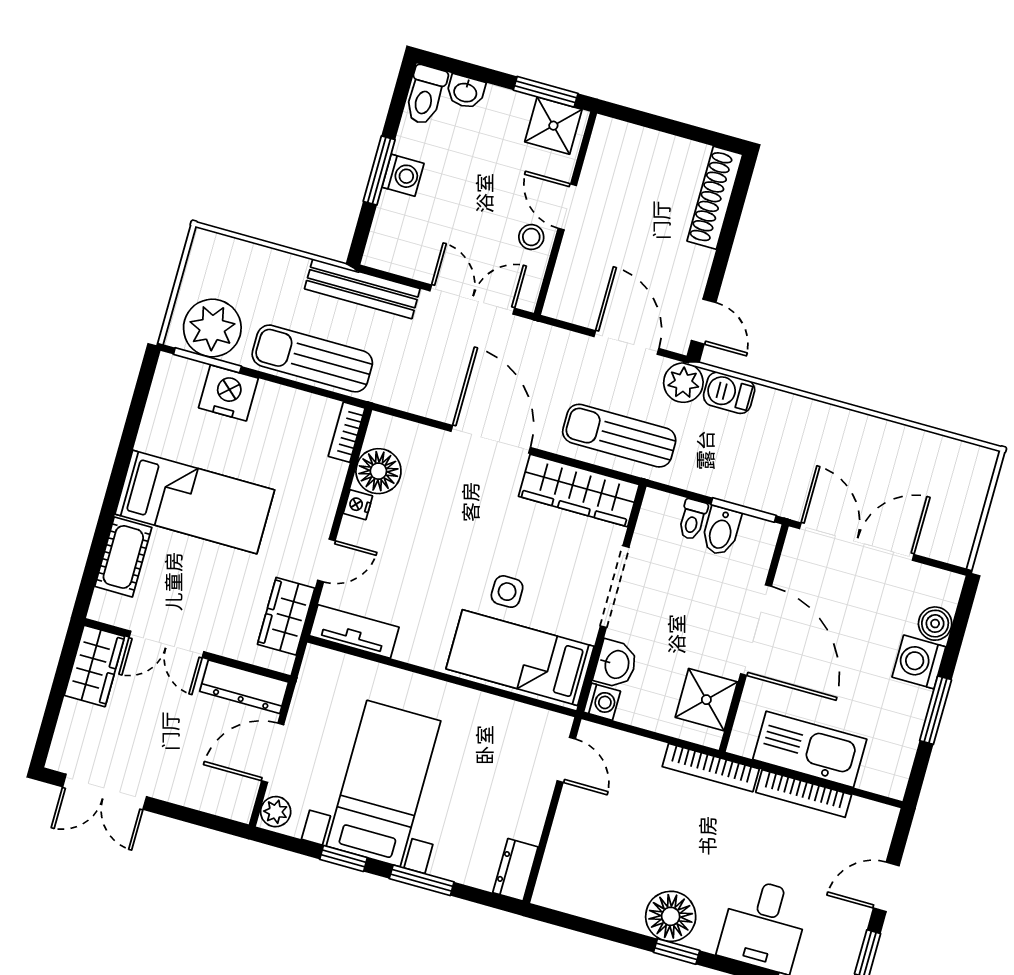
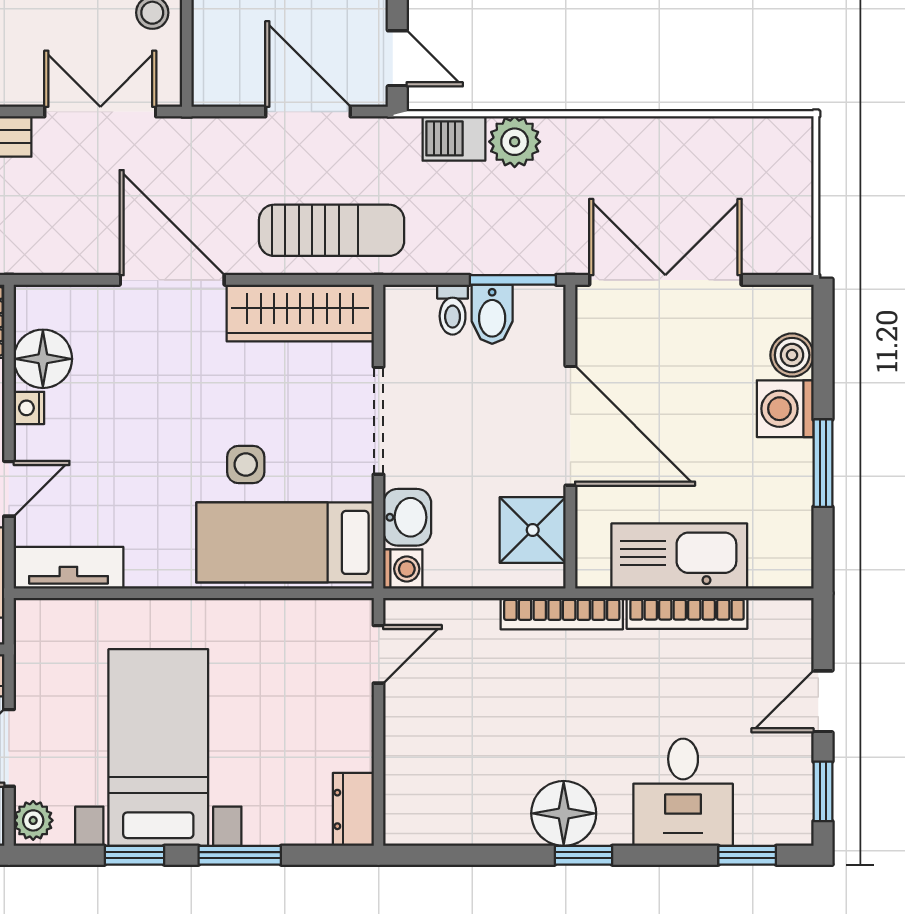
plant: (683, 383) -> (515, 142), moved
sun lounger: (619, 436) -> (332, 230), turned 180
door: (566, 760) -> (379, 654), hinge flipped

